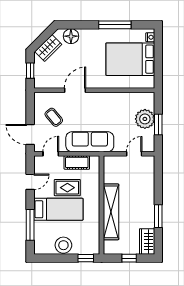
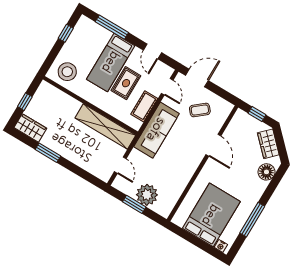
shelving: (111, 212) -> (105, 127), moved
stool: (63, 245) -> (67, 72), moved
window: (86, 258) -> (66, 33), moved

